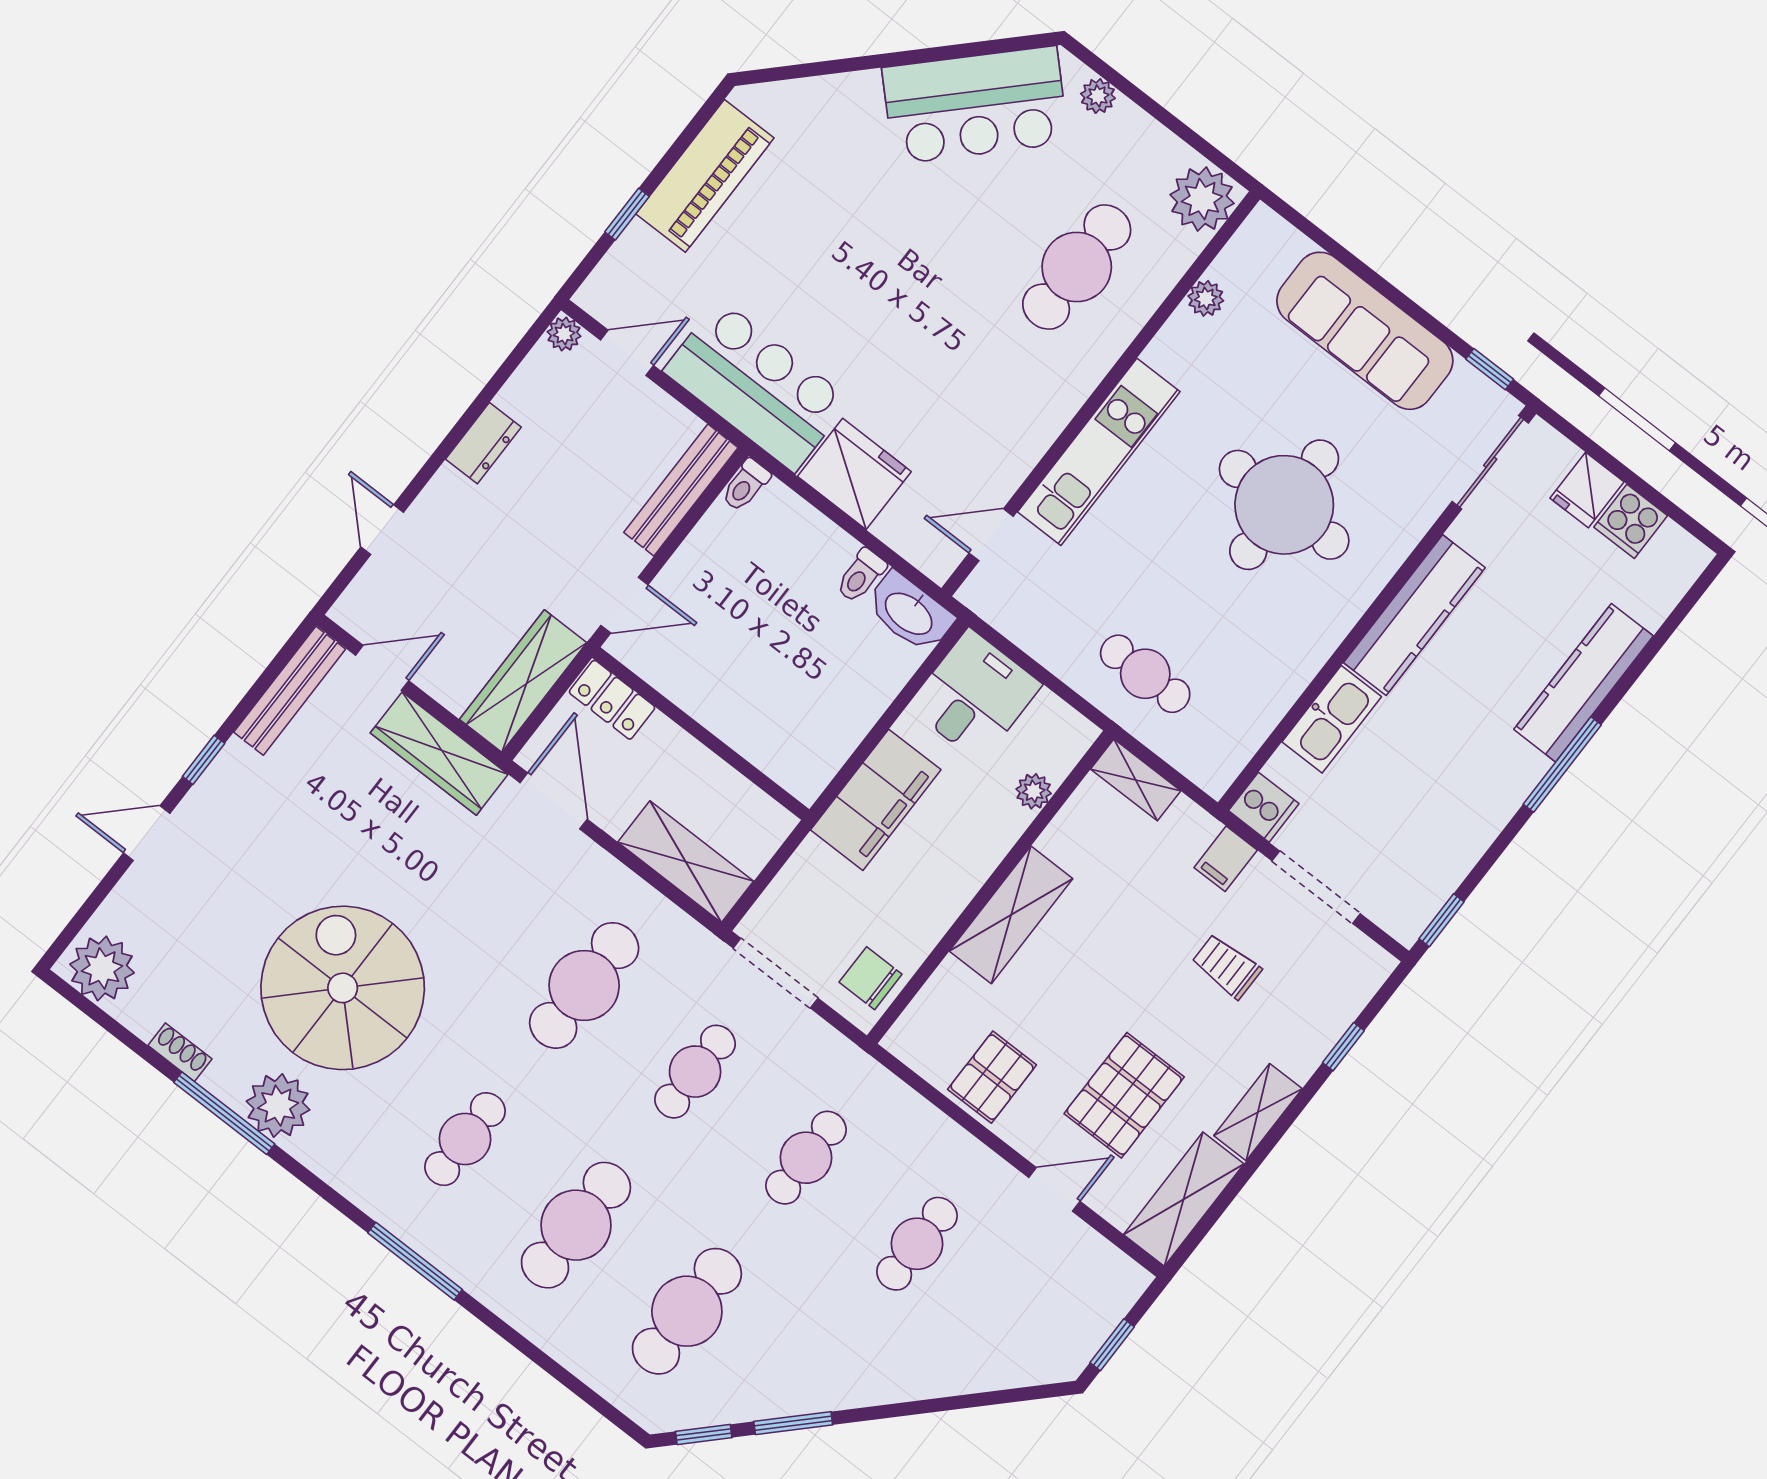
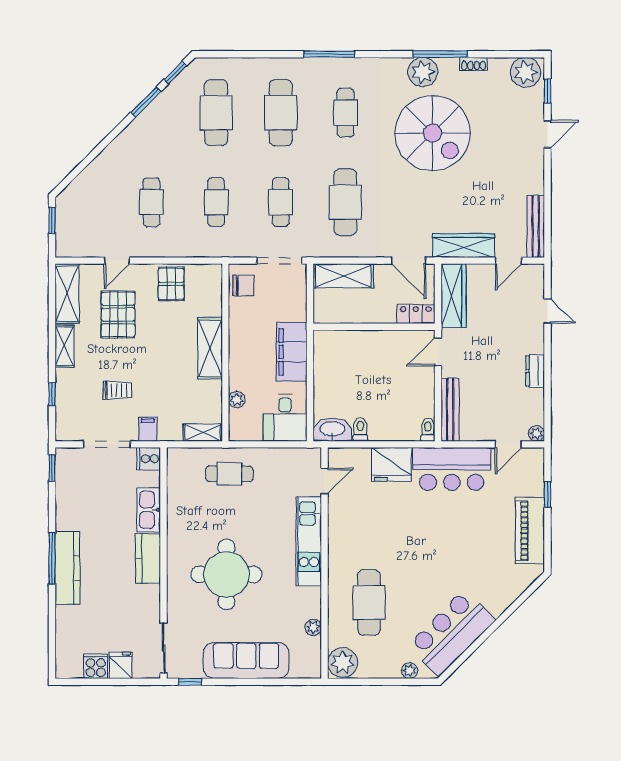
kitchen counter: (1414, 615) -> (148, 559), width x0.67
kitchen counter: (1584, 683) -> (67, 568), moved
window: (204, 760) -> (547, 91), moved

